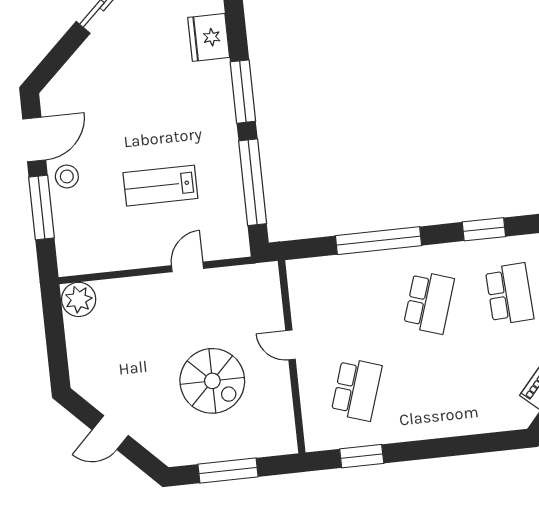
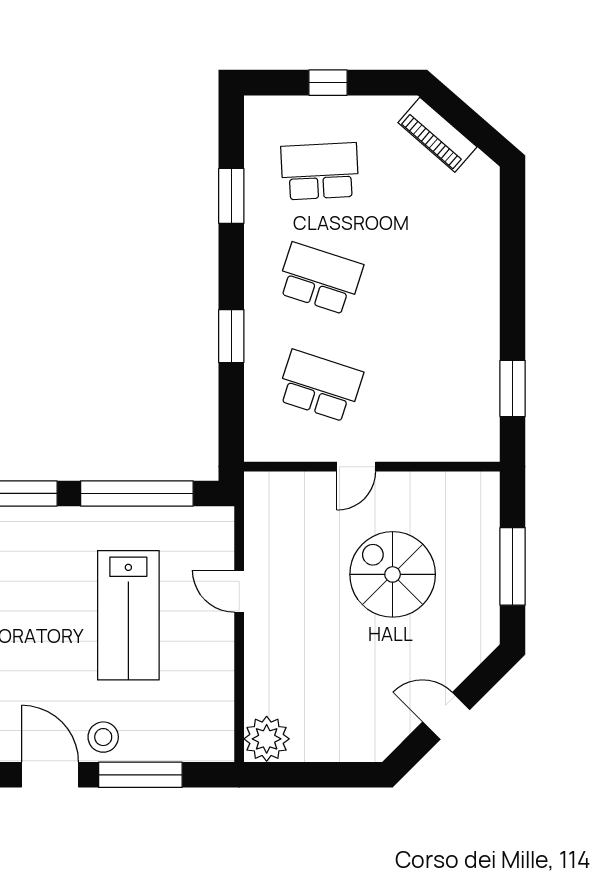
lab bench: (160, 186) -> (128, 615), width x1.36, depth x1.39
window: (379, 241) -> (231, 336), width x0.47
spiral stairs: (212, 381) -> (393, 574), turned -90
school desk: (357, 389) -> (320, 386), moved
door: (110, 433) -> (446, 716), swing flipped

